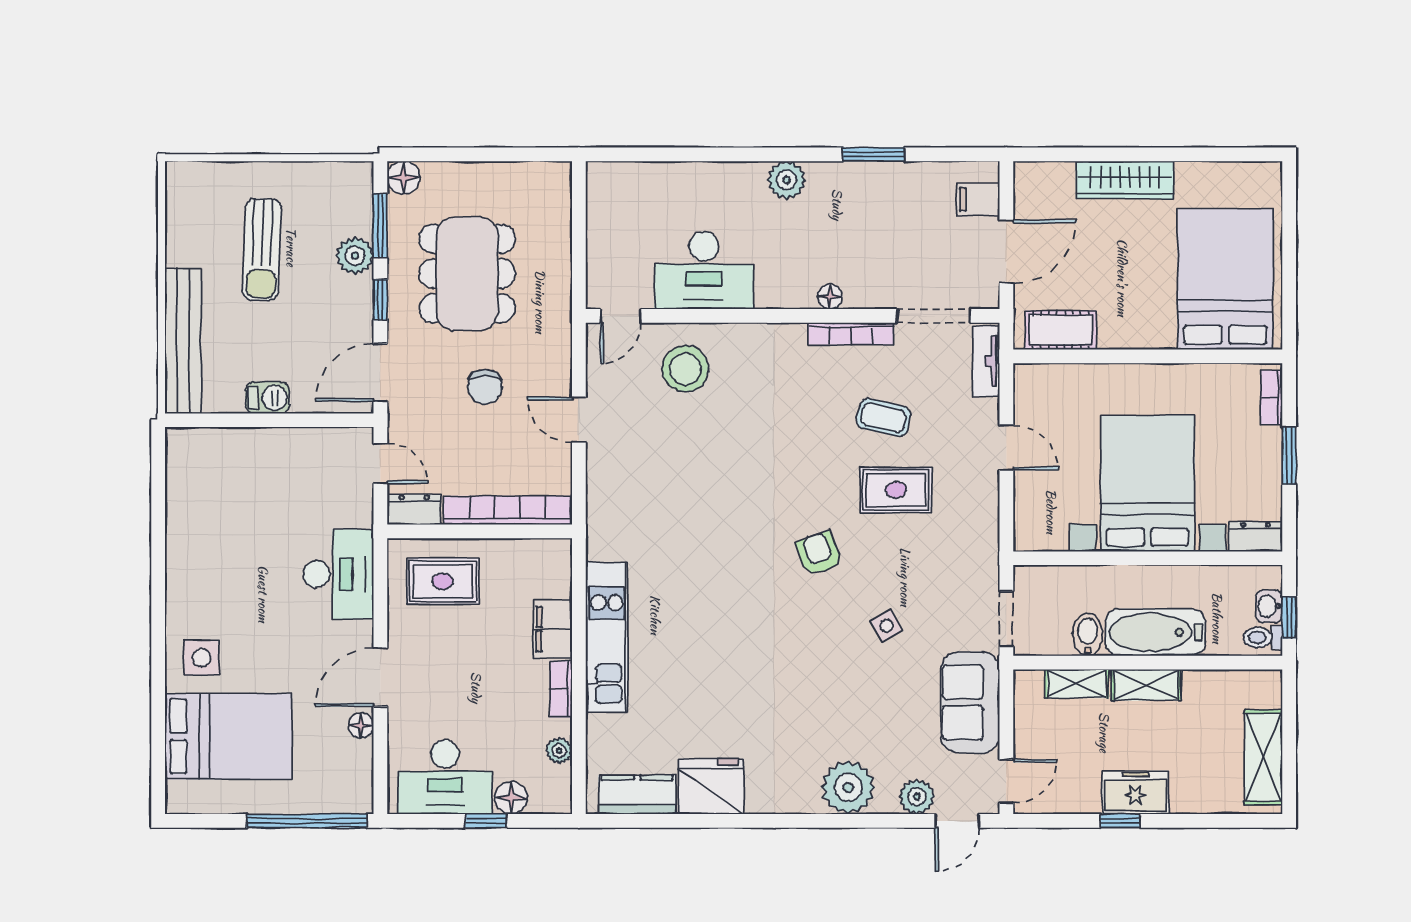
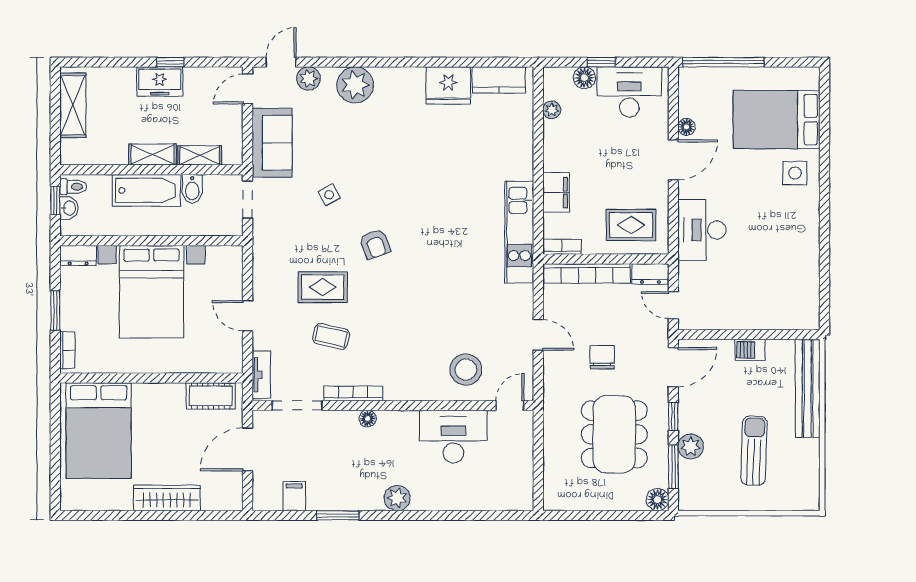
filing cabinet: (978, 199) -> (294, 496), moved, turned -90
kitchen unit: (607, 637) -> (519, 232), moved
bookcase: (561, 689) -> (562, 247), moved, turned -90

